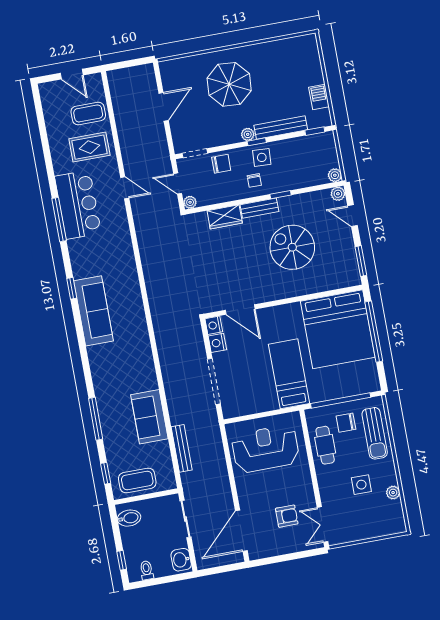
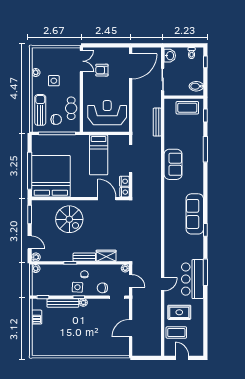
parasol: (229, 84) -> (89, 334), removed
door: (125, 188) -> (163, 284), swing flipped
spiral stairs: (292, 247) -> (69, 219), moved
bed: (289, 374) -> (99, 155), moved
sofa: (149, 417) -> (173, 164), moved
reception desk: (265, 449) -> (107, 113), turned 180

